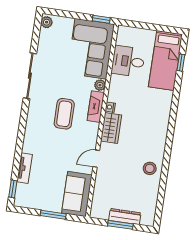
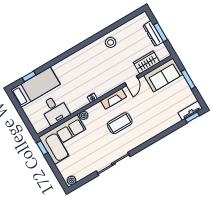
fireplace: (96, 107) -> (113, 99), moved
wardrobe: (111, 128) -> (147, 62), moved
door: (96, 159) -> (131, 81), hinge flipped
tv unit: (25, 168) -> (190, 111), moved

